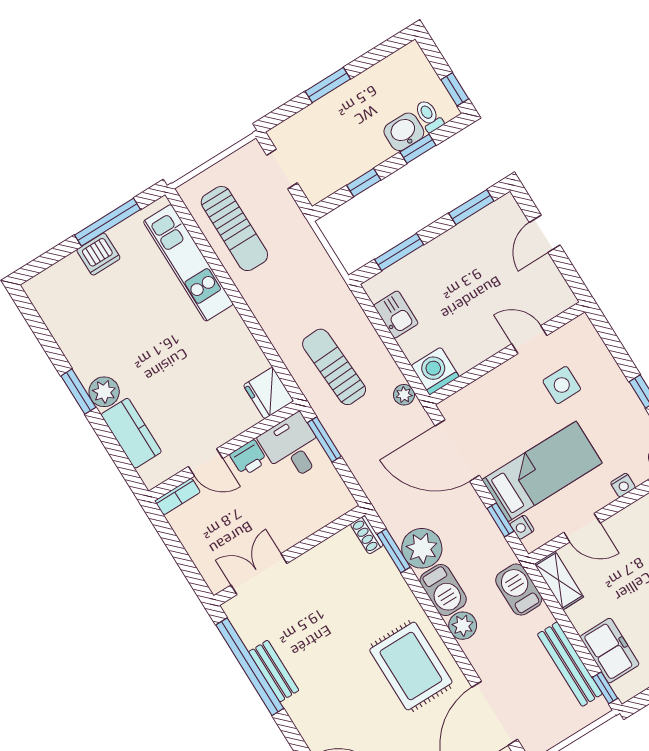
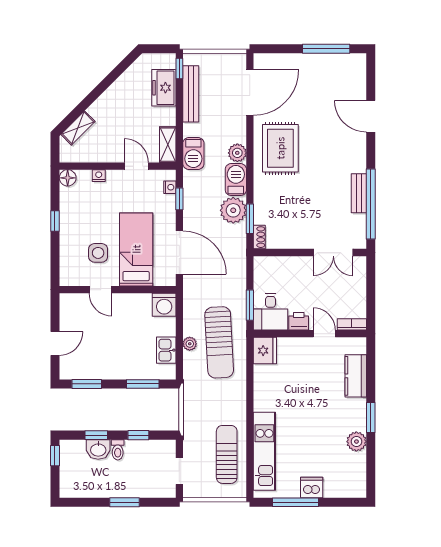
toilet: (429, 116) -> (118, 450), moved
sun lounger: (334, 367) -> (219, 342), width x1.36, depth x1.34
plant: (104, 392) -> (356, 442), moved
plant: (404, 395) -> (190, 344), moved
bed: (542, 471) -> (136, 249), moved, turned 90

